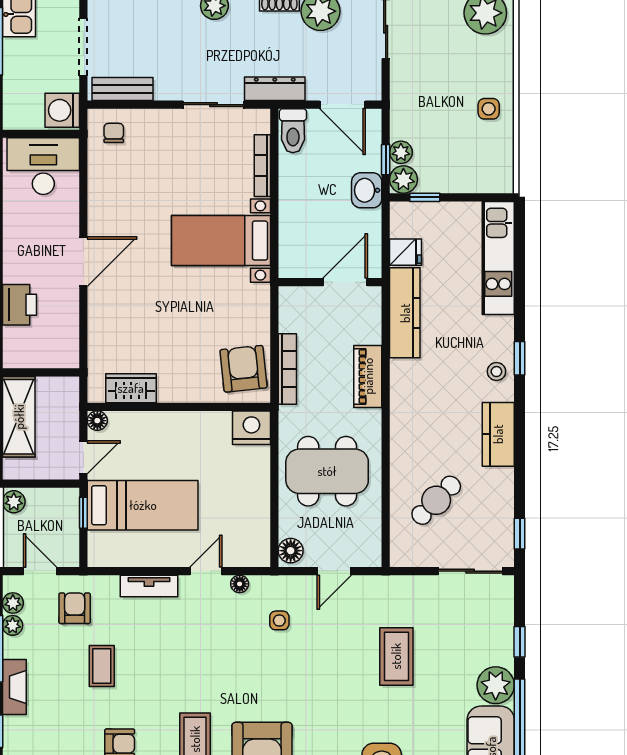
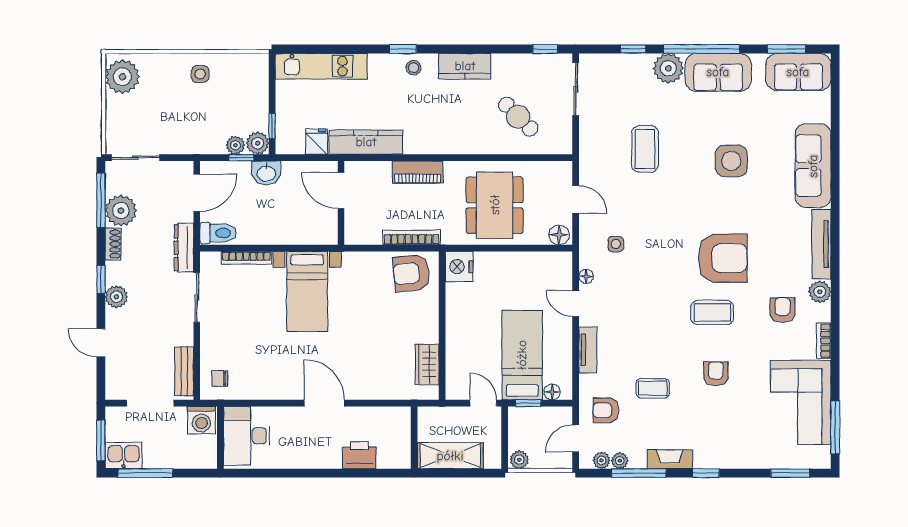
floor lamp: (97, 421) -> (552, 392), moved
coffee table: (396, 656) -> (645, 149), turned 90

